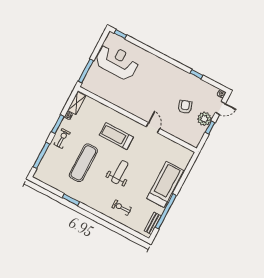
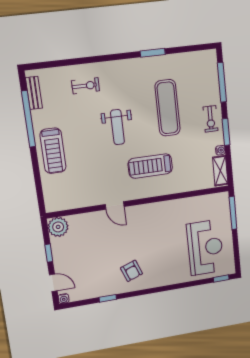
reception desk: (117, 62) -> (205, 248), turned -90
armchair: (185, 107) -> (132, 271), moved
door: (220, 108) -> (53, 283), swing flipped
plant: (204, 119) -> (58, 227), moved
treadmill: (116, 136) -> (150, 166), turned 180
treadmill: (165, 184) -> (53, 151), width x0.73, depth x0.73

